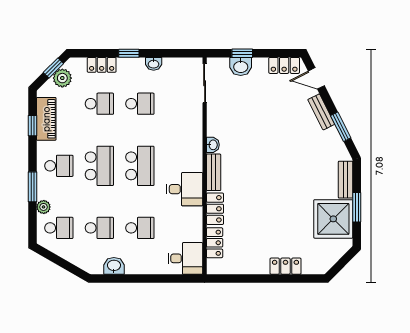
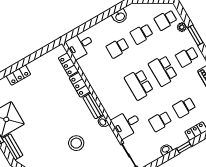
stool: (262, 138) -> (76, 143), added
desk: (185, 189) -> (127, 124), moved

